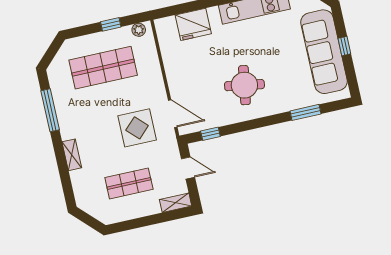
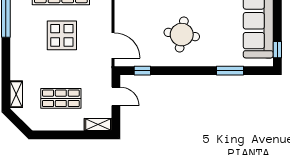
window: (344, 46) -> (277, 50), moved
display table: (137, 128) -> (62, 35), moved
shelving: (72, 155) -> (16, 94), moved

